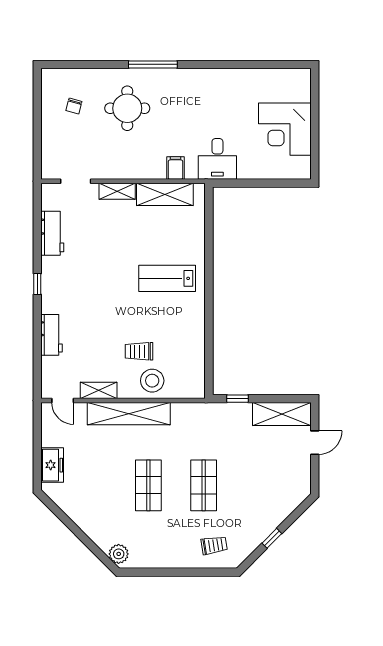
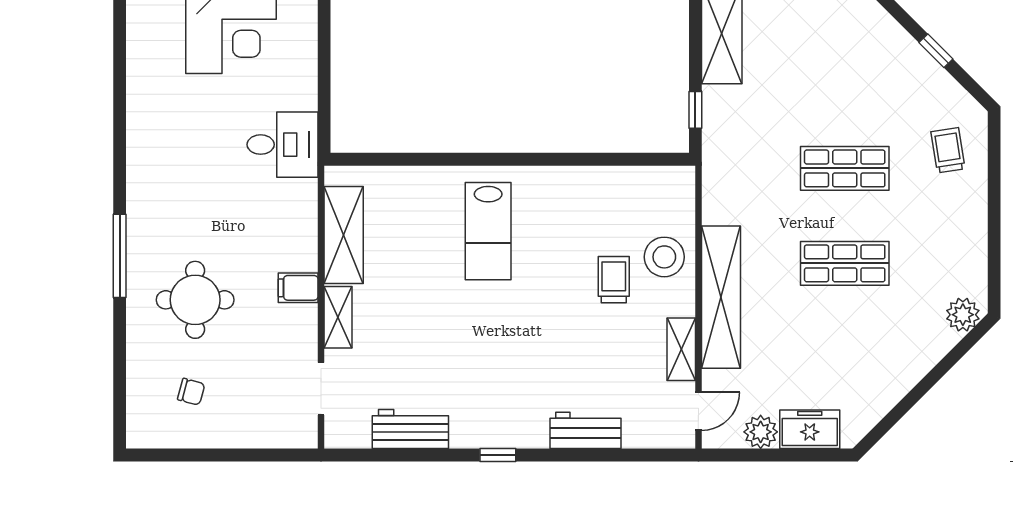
filing cabinet: (175, 168) -> (298, 288), moved
trolley: (139, 351) -> (614, 280), turned 180
plant: (51, 437) -> (761, 432), added

